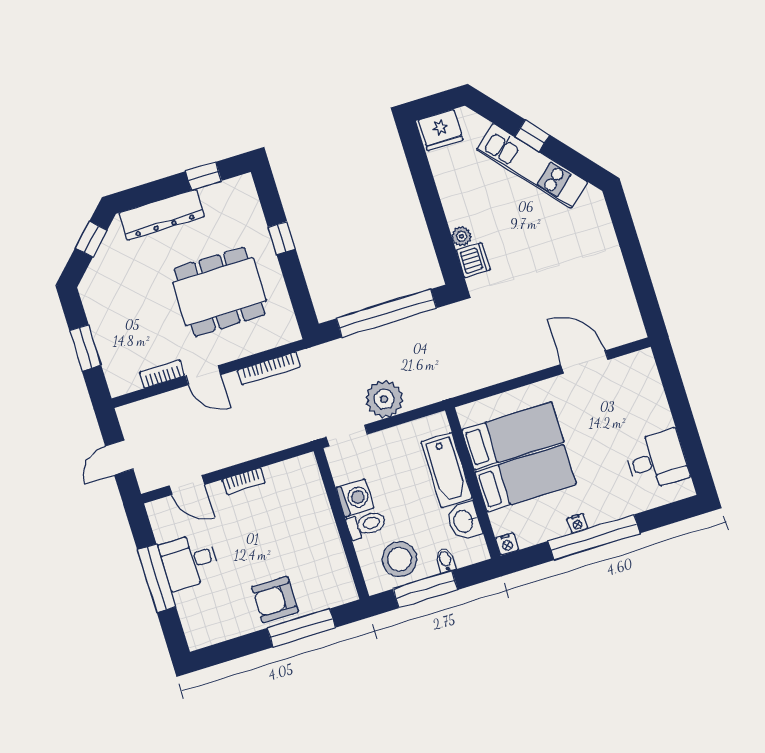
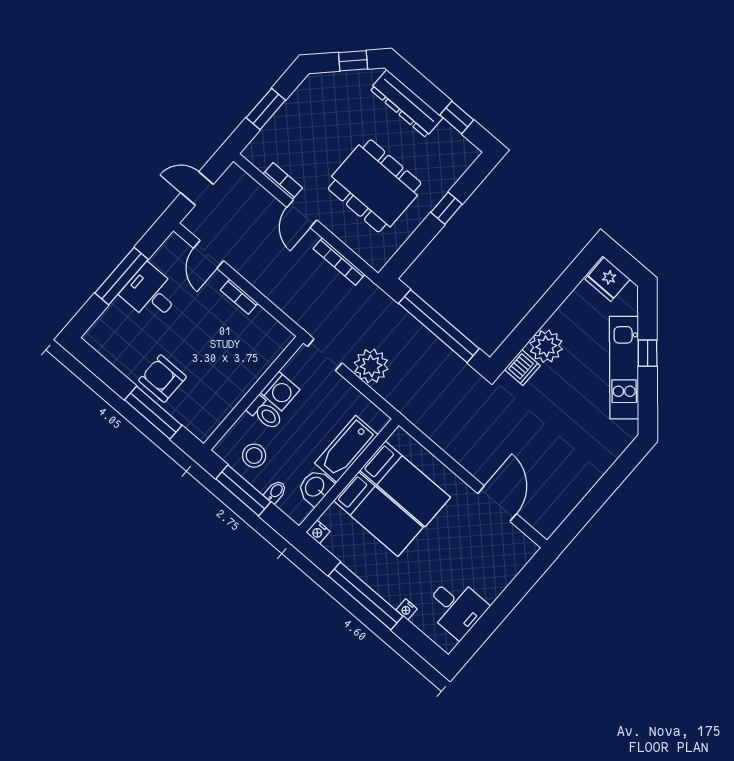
plant: (462, 236) -> (546, 346), width x1.88, depth x1.88
nightstand: (577, 523) -> (407, 609), moved
stool: (399, 559) -> (254, 456), width x0.73, depth x0.73

